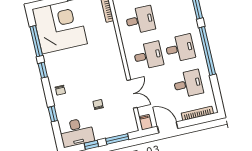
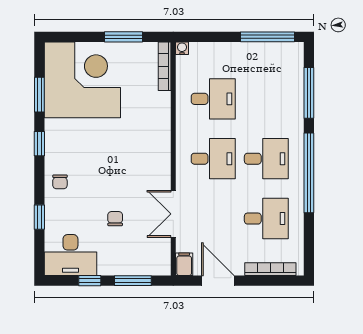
window: (36, 41) -> (39, 95), width x0.69
double door: (132, 94) -> (173, 214), swing flipped

